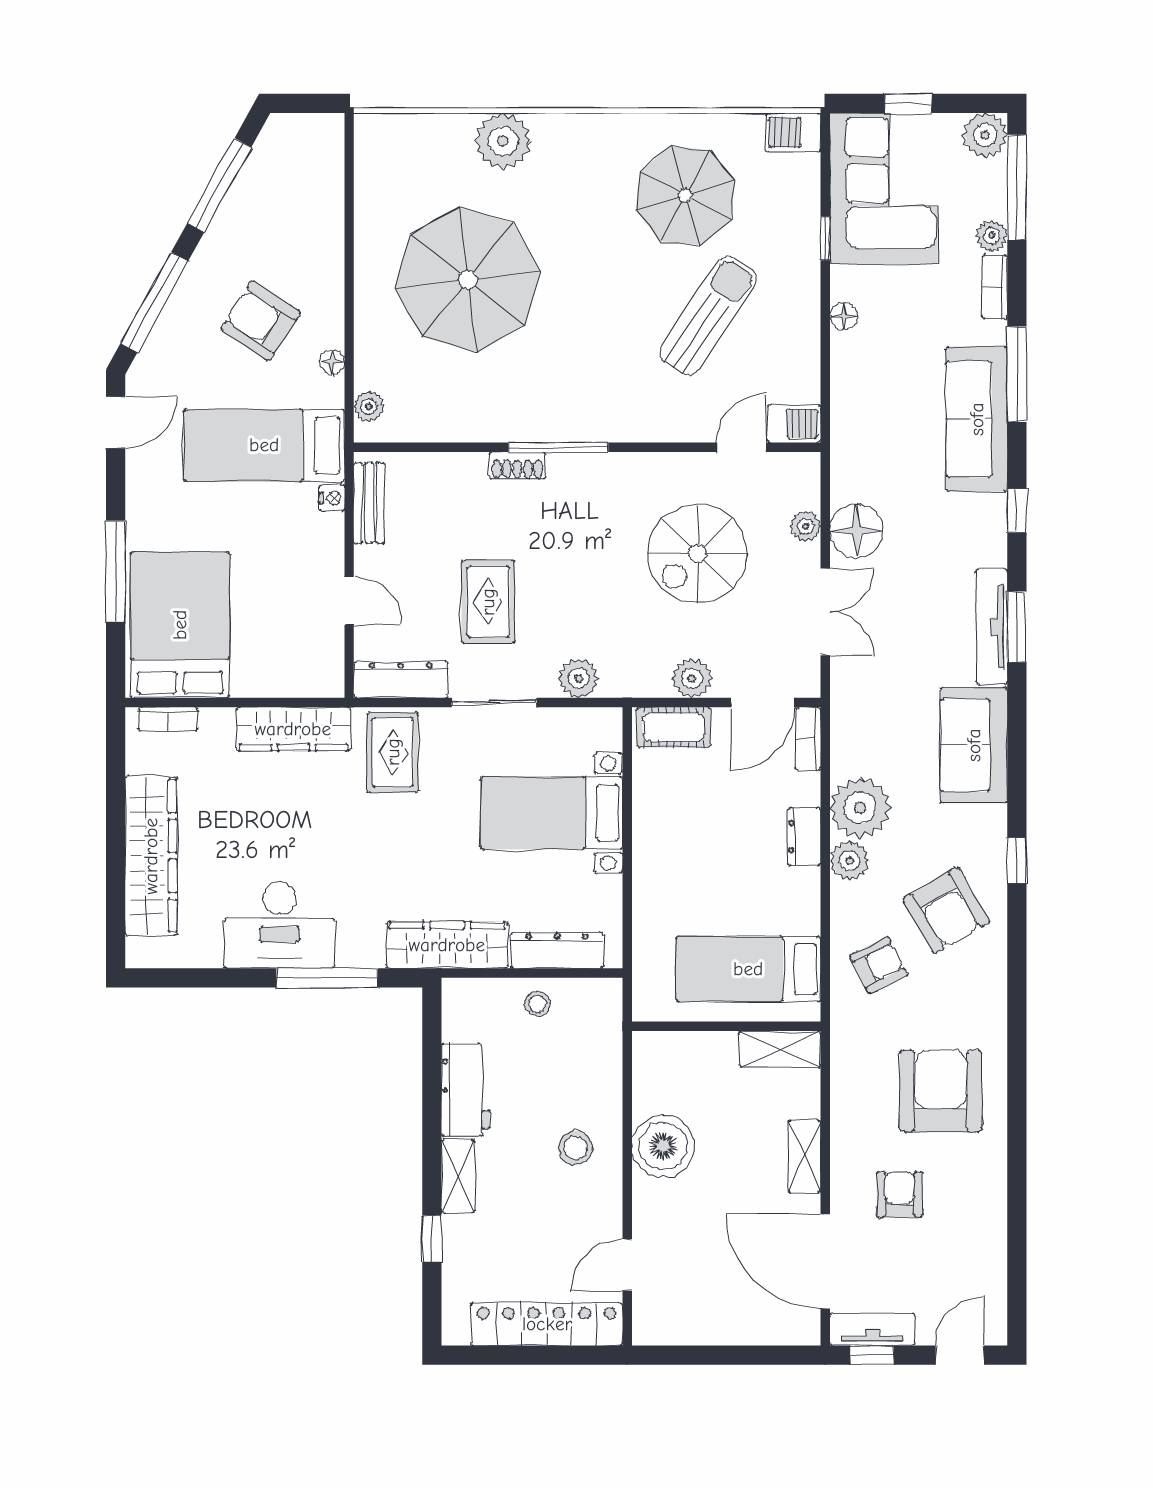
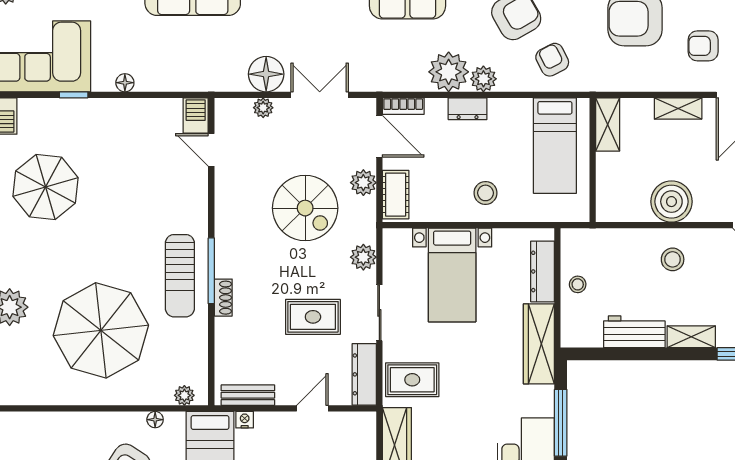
sun lounger: (708, 316) -> (180, 276), moved, turned -124
spiral stairs: (697, 554) -> (305, 208), moved
stool: (676, 864) -> (486, 193), added

